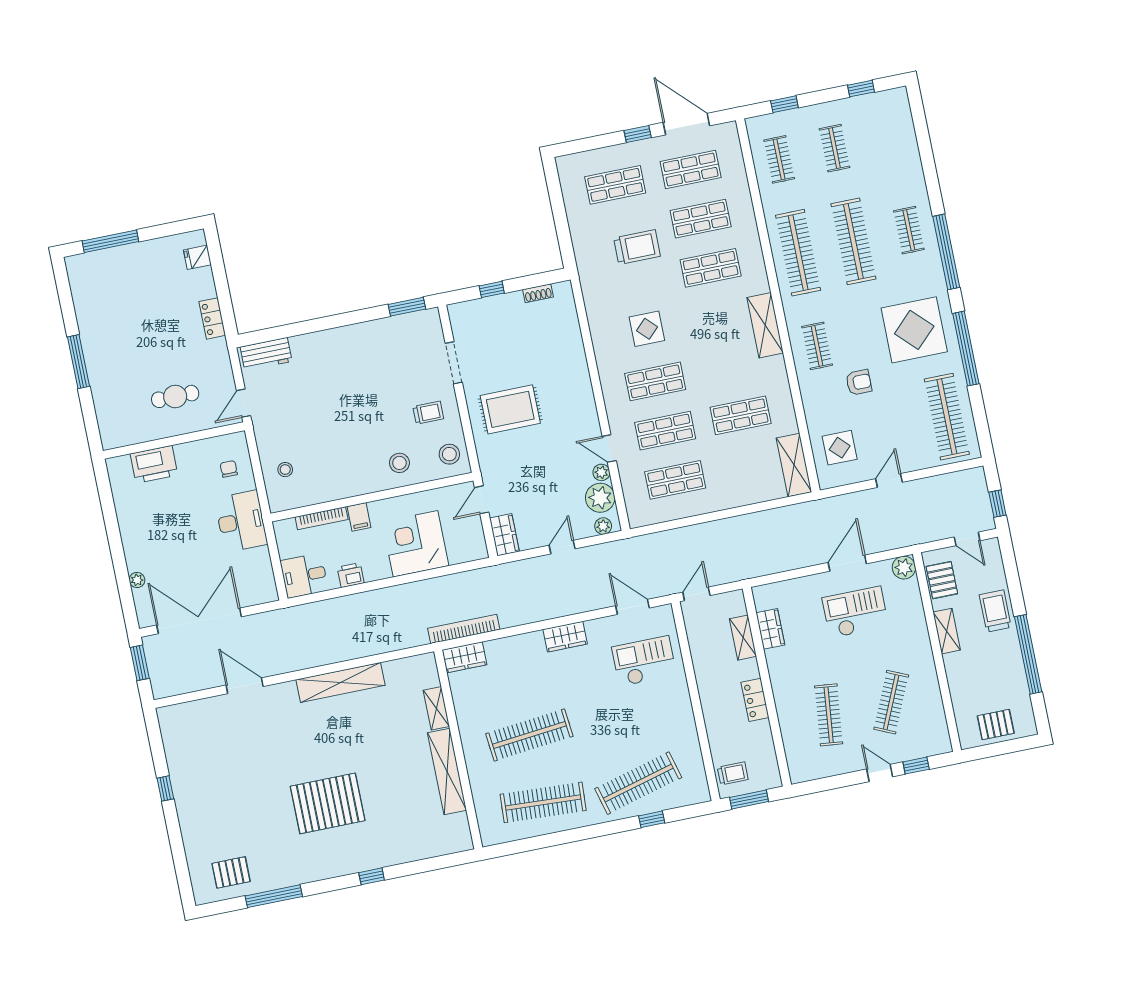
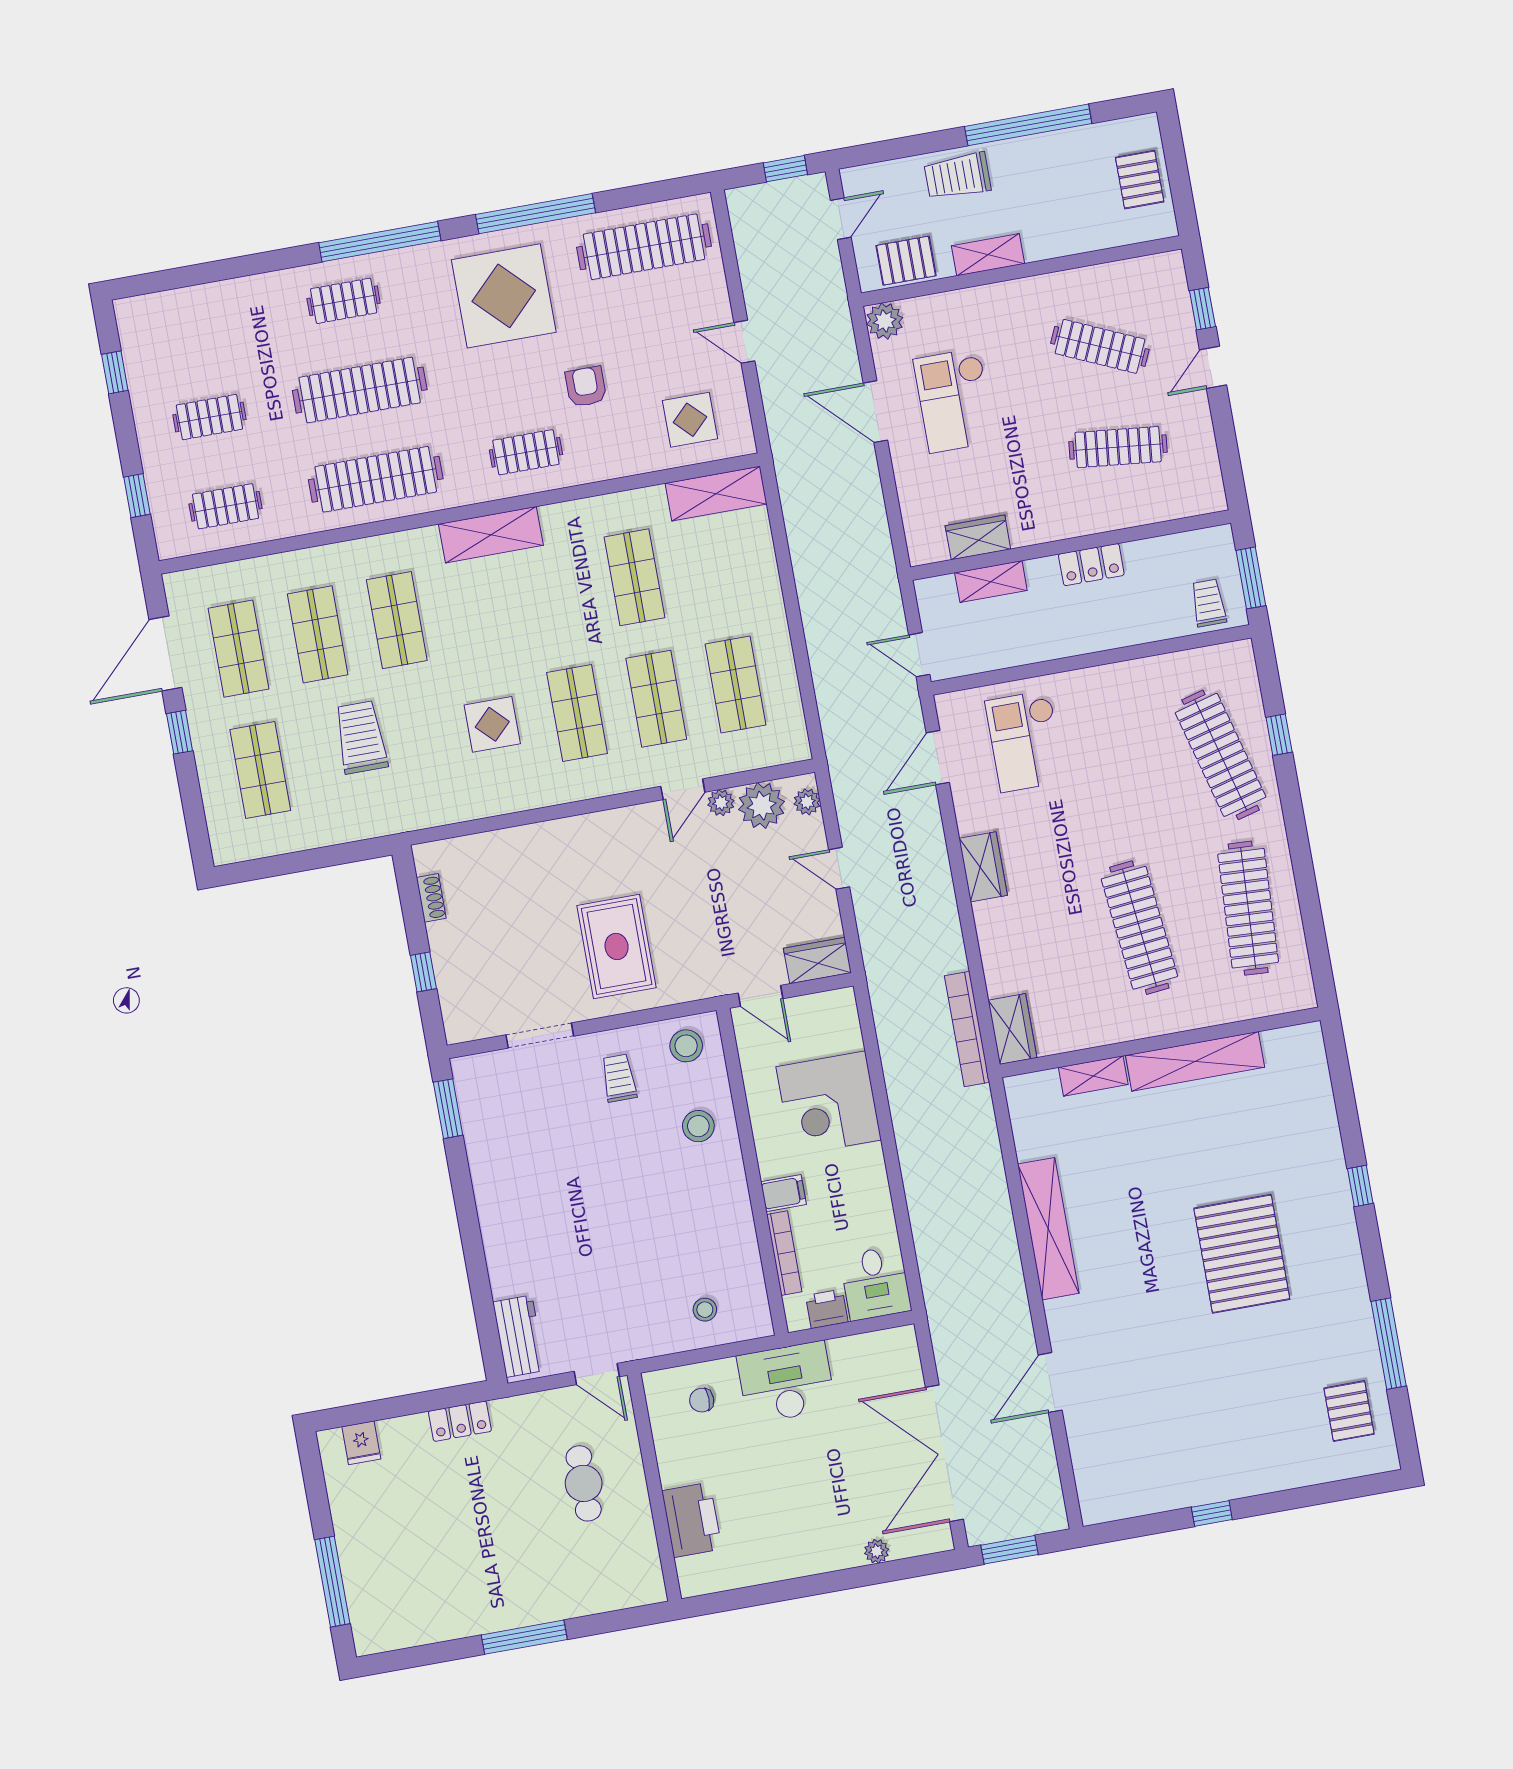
printer: (351, 575) -> (827, 1309), moved, turned 90

